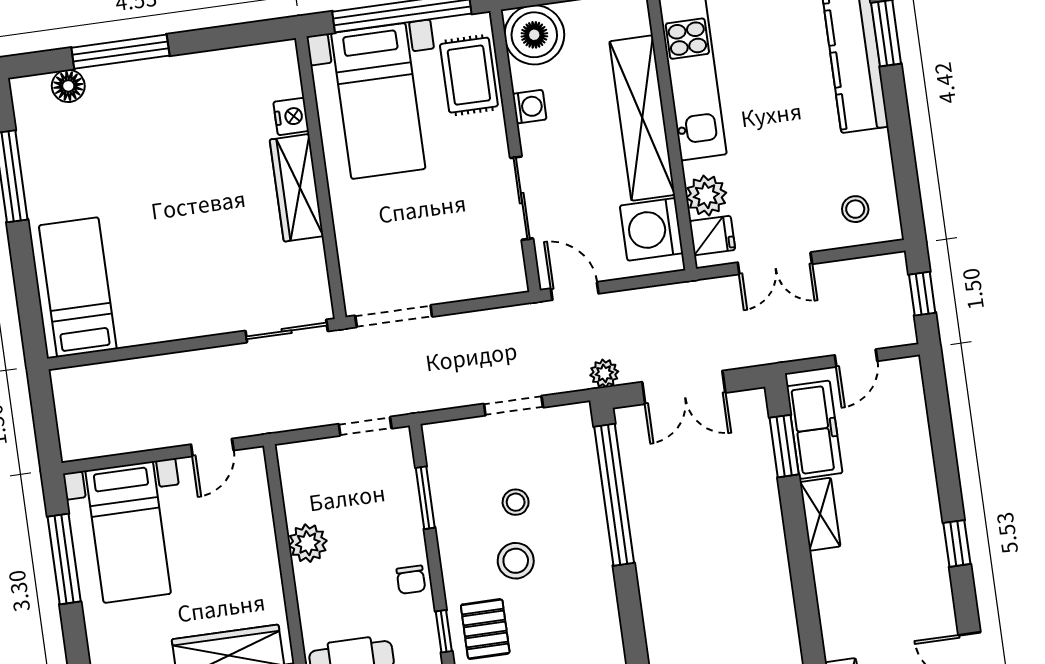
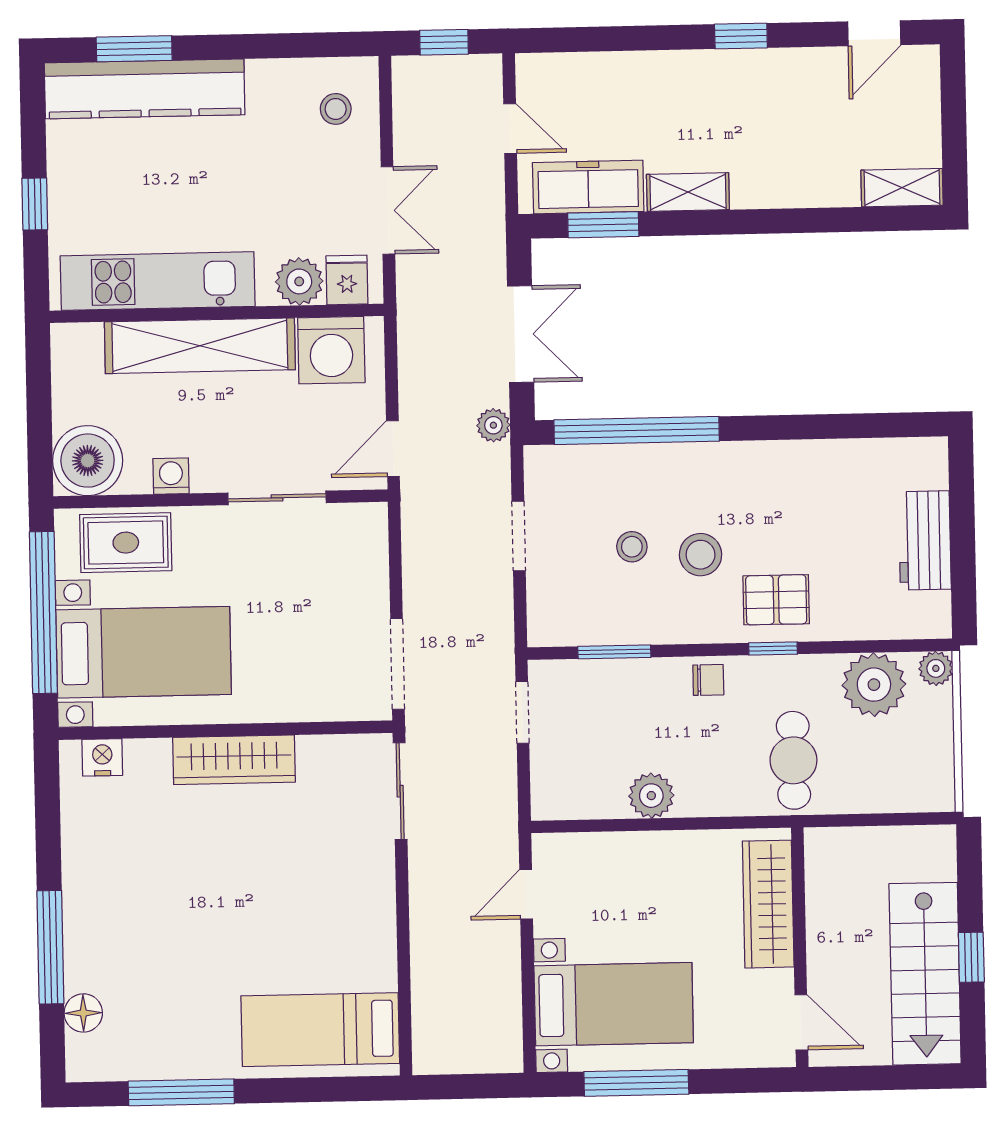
nightstand: (291, 116) -> (102, 757), moved
door: (212, 447) -> (526, 894), swing flipped

